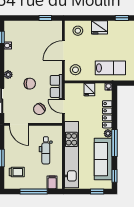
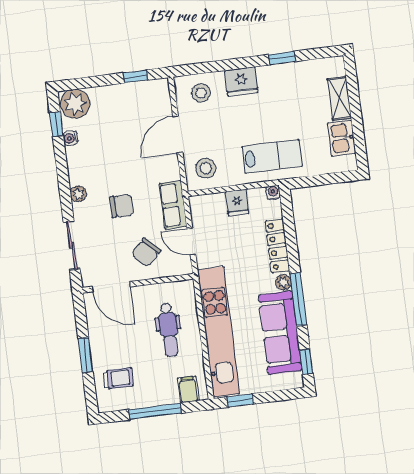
plant: (12, 28) -> (75, 104), added
window: (97, 191) -> (240, 401), moved

